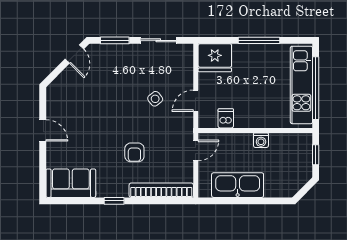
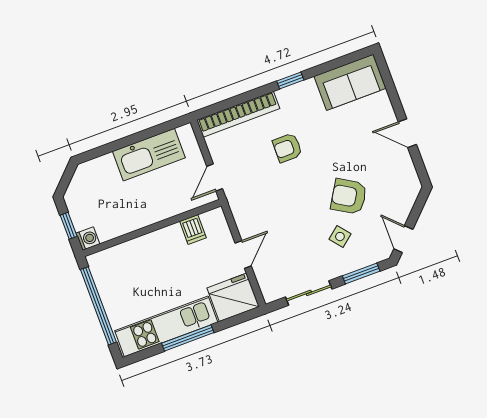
kitchen unit: (301, 85) -> (166, 326), moved, turned -90
side table: (155, 99) -> (340, 237), moved
armchair: (103, 100) -> (349, 196), added
door: (196, 101) -> (243, 254), moved
washing machine: (261, 140) -> (88, 239), moved, turned 90
armchair: (134, 152) -> (287, 148), turned -90

